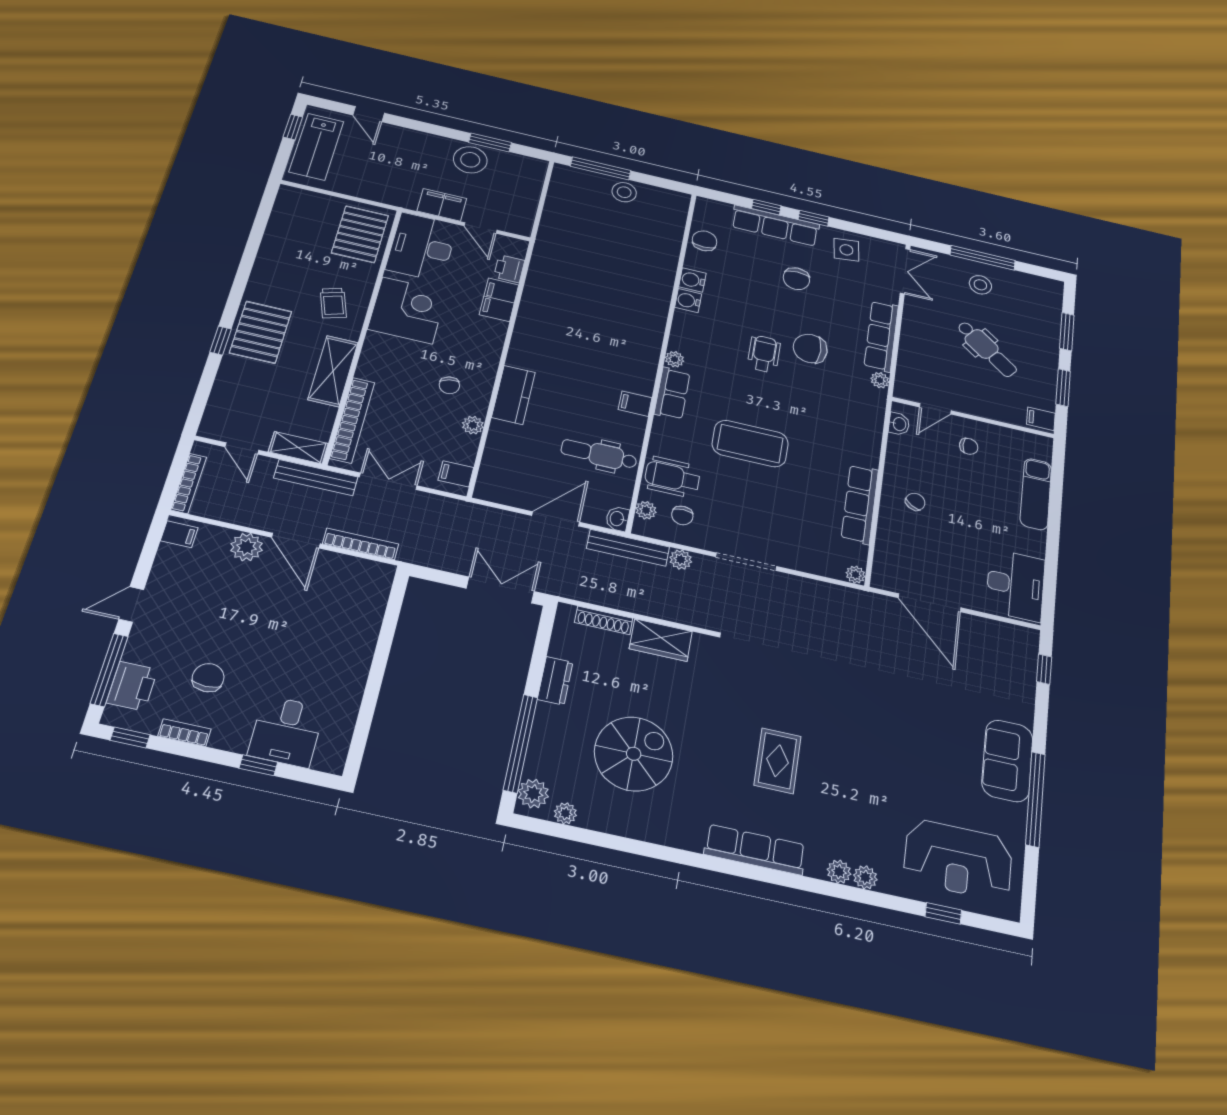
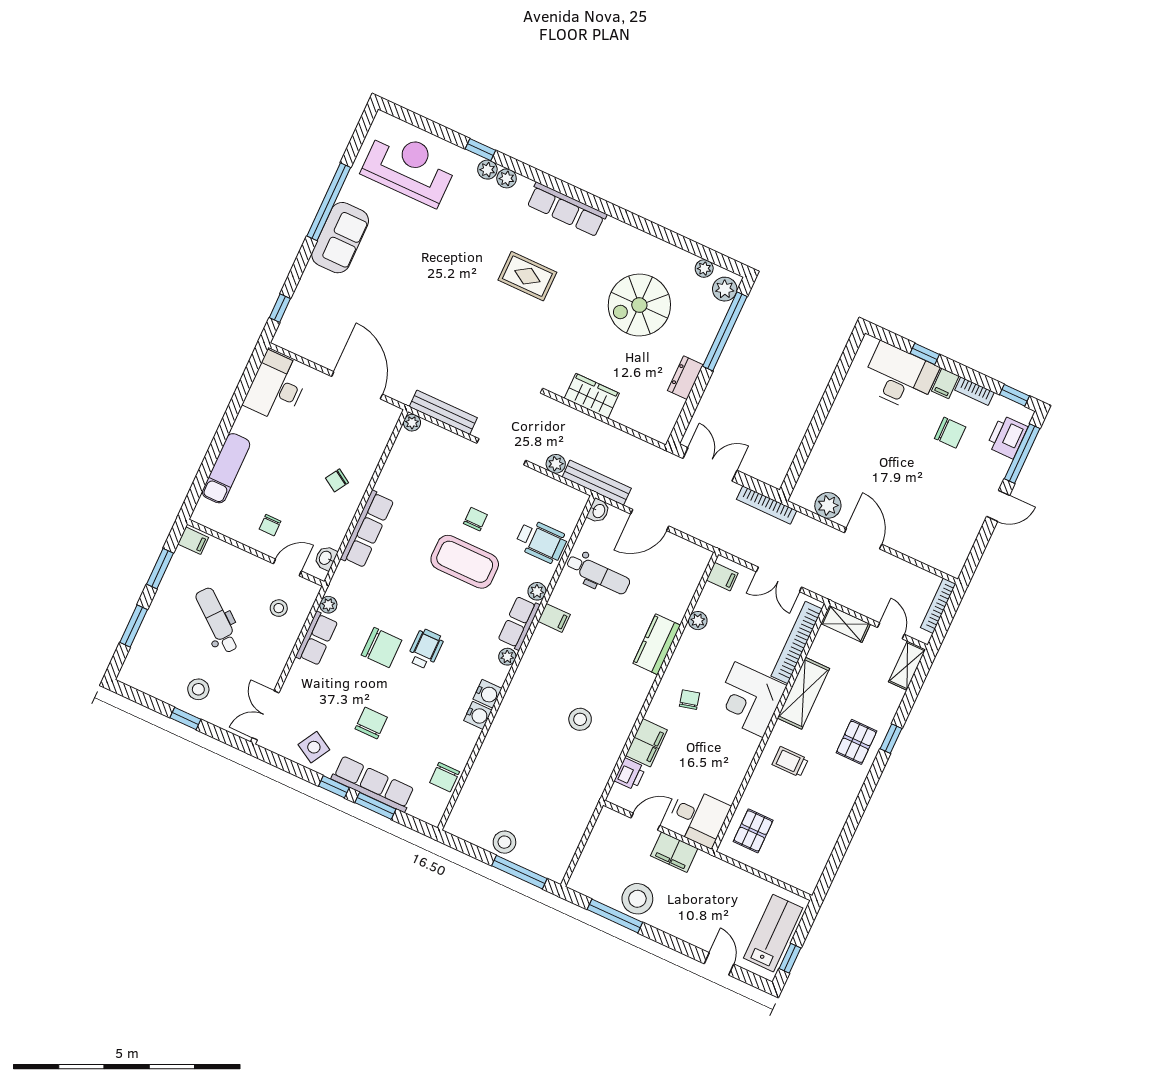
window: (490, 143) -> (615, 916), width x1.44
window: (766, 207) -> (375, 806), width x1.50
door: (480, 228) -> (645, 822), hinge flipped
pallet: (360, 234) -> (753, 831), width x0.67, depth x0.71
desk: (422, 247) -> (698, 817), width x0.73
side table: (846, 250) -> (314, 747), turned 37
window: (983, 258) -> (185, 718), width x0.46
water cooler: (692, 280) -> (487, 694), moved
trolley: (333, 303) -> (790, 762), turned -72
corner desk: (407, 310) -> (749, 700), moved
stool: (578, 312) -> (580, 719), added
pallet: (261, 332) -> (856, 742), width x0.67, depth x0.71
row of seats: (881, 336) -> (317, 639), width x0.68
wheelchair: (764, 354) -> (425, 649), turned 180
stool: (929, 369) -> (279, 608), added
chair: (449, 385) -> (689, 700), moved
shelving: (215, 416) -> (907, 666), added
chair: (969, 446) -> (270, 525), turned -90
bench: (316, 478) -> (443, 412), moved
row of seats: (860, 504) -> (367, 529), moved
plant: (646, 510) -> (537, 591), moved
chair: (682, 515) -> (475, 519), moved
filing cabinet: (179, 534) -> (945, 384), moved, turned -90
bookcase: (361, 544) -> (767, 505), moved
plant: (246, 547) -> (828, 505), moved
double door: (500, 590) -> (710, 464), swing flipped
shoe rack: (604, 620) -> (634, 422), removed
chair: (208, 678) -> (950, 433), turned -90
desk: (286, 731) -> (900, 377), width x1.37
rug: (778, 761) -> (527, 276), turned 90
window: (943, 913) -> (480, 150), moved

